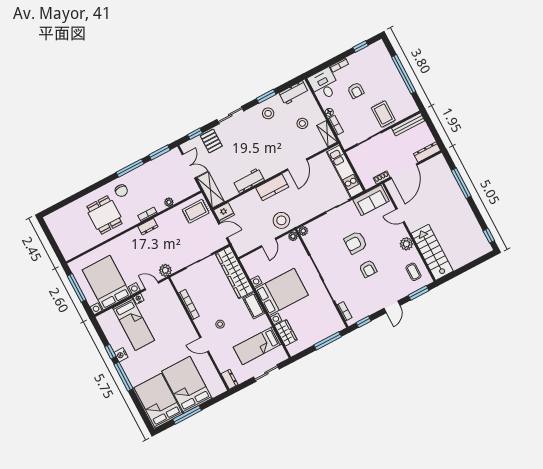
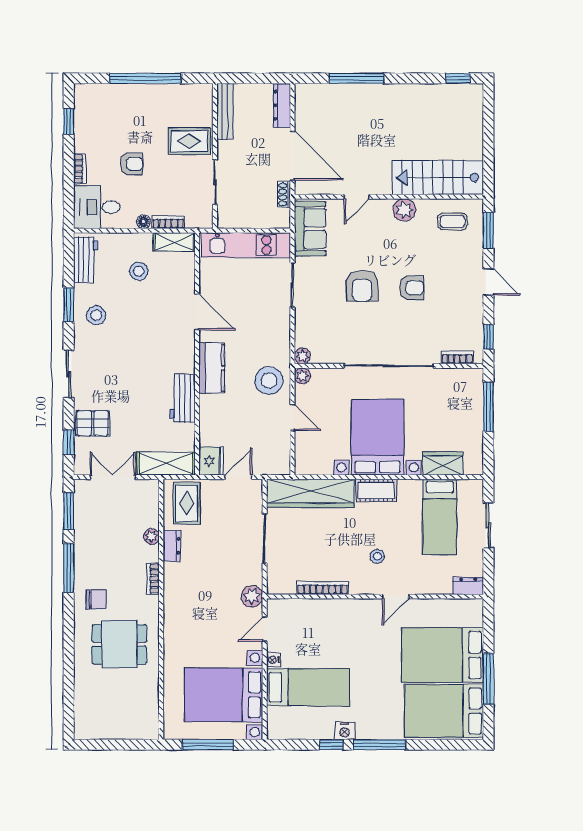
dresser: (148, 227) -> (172, 546), moved

